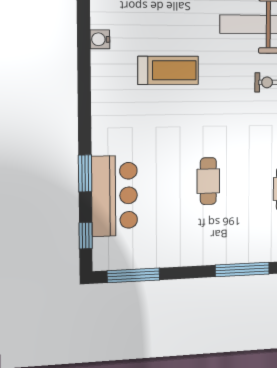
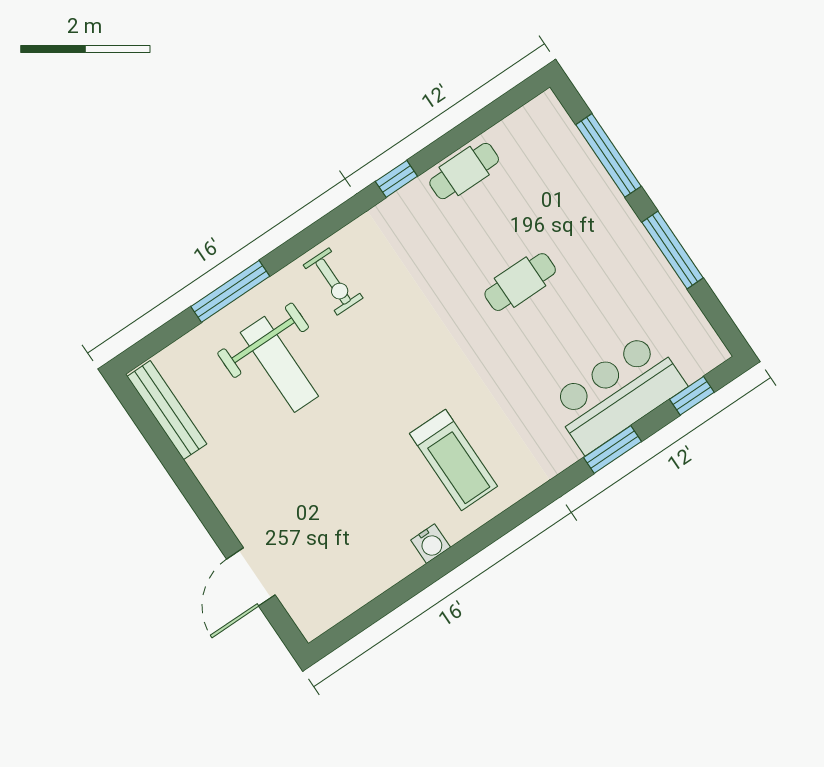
treadmill: (168, 70) -> (454, 460), moved, turned 180
window: (133, 275) -> (672, 250), moved

